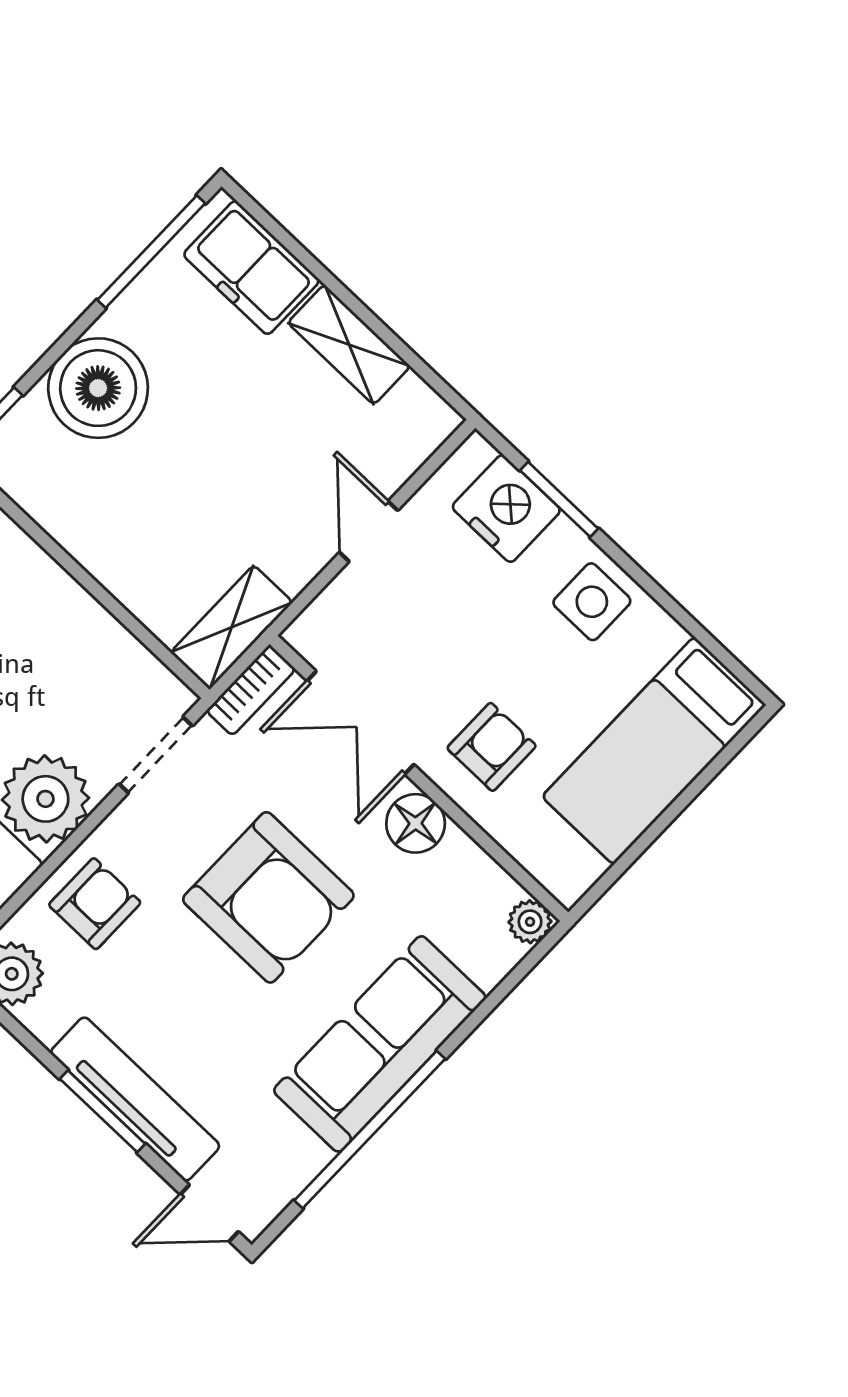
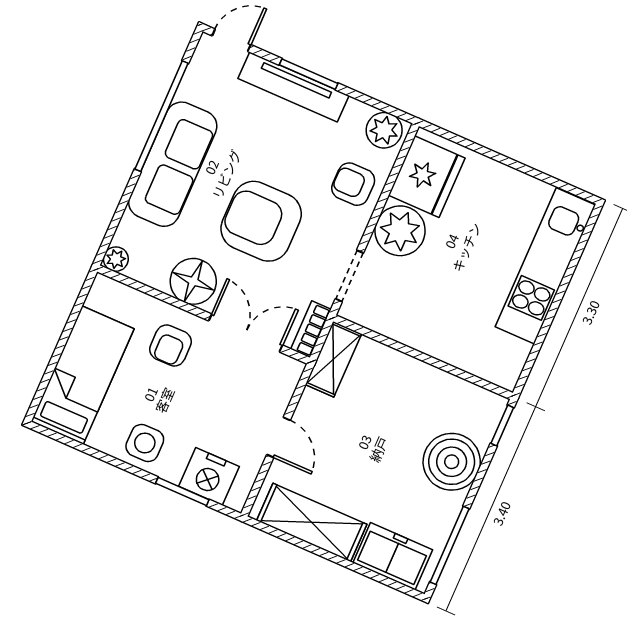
shelving: (349, 345) -> (312, 522), width x1.50, depth x1.33
floor lamp: (416, 823) -> (193, 281), width x1.38, depth x1.38
armchair: (95, 904) -> (353, 184), turned 90

